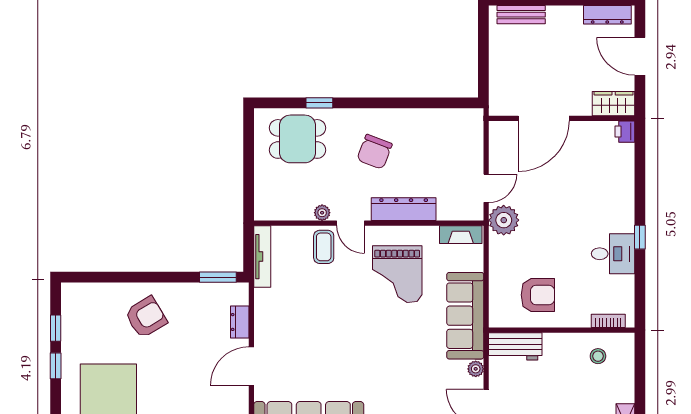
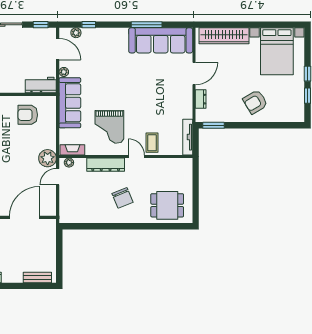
window: (319, 103) -> (154, 226), removed
chair: (375, 152) -> (122, 198), turned 137
plant: (322, 213) -> (69, 163), moved
grand piano: (397, 274) -> (109, 127), turned 180

